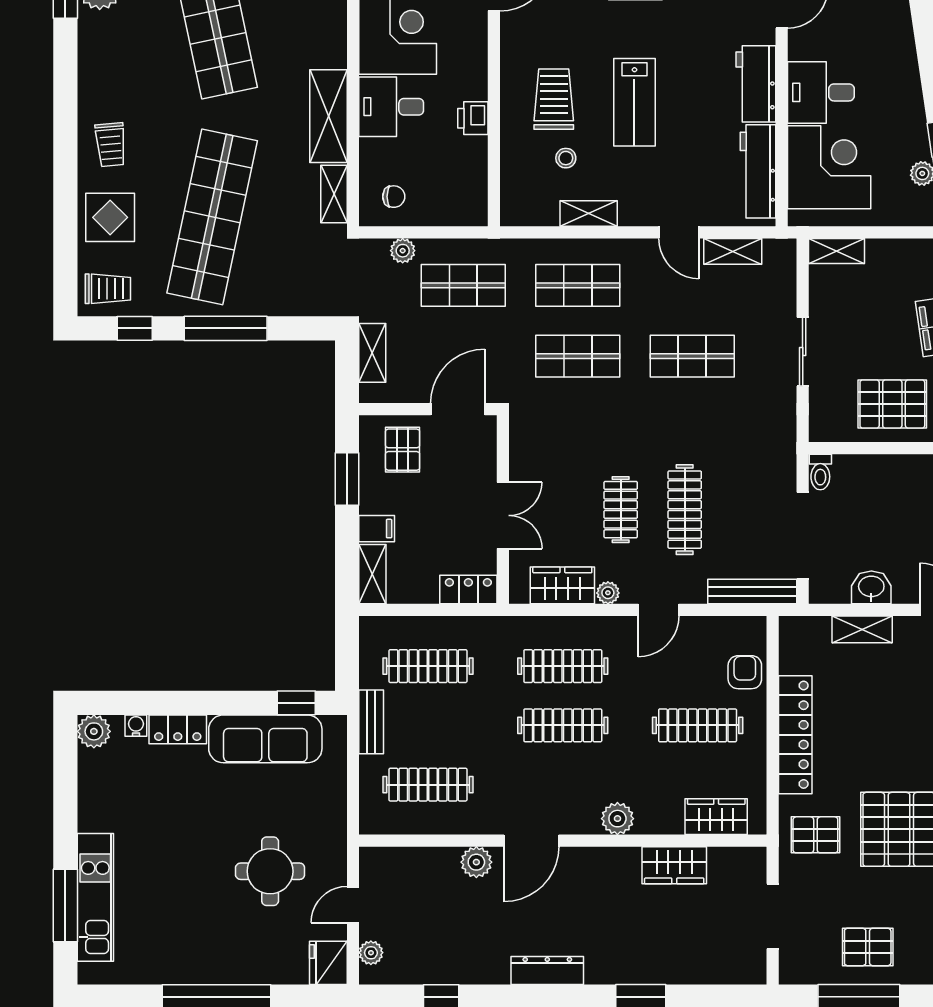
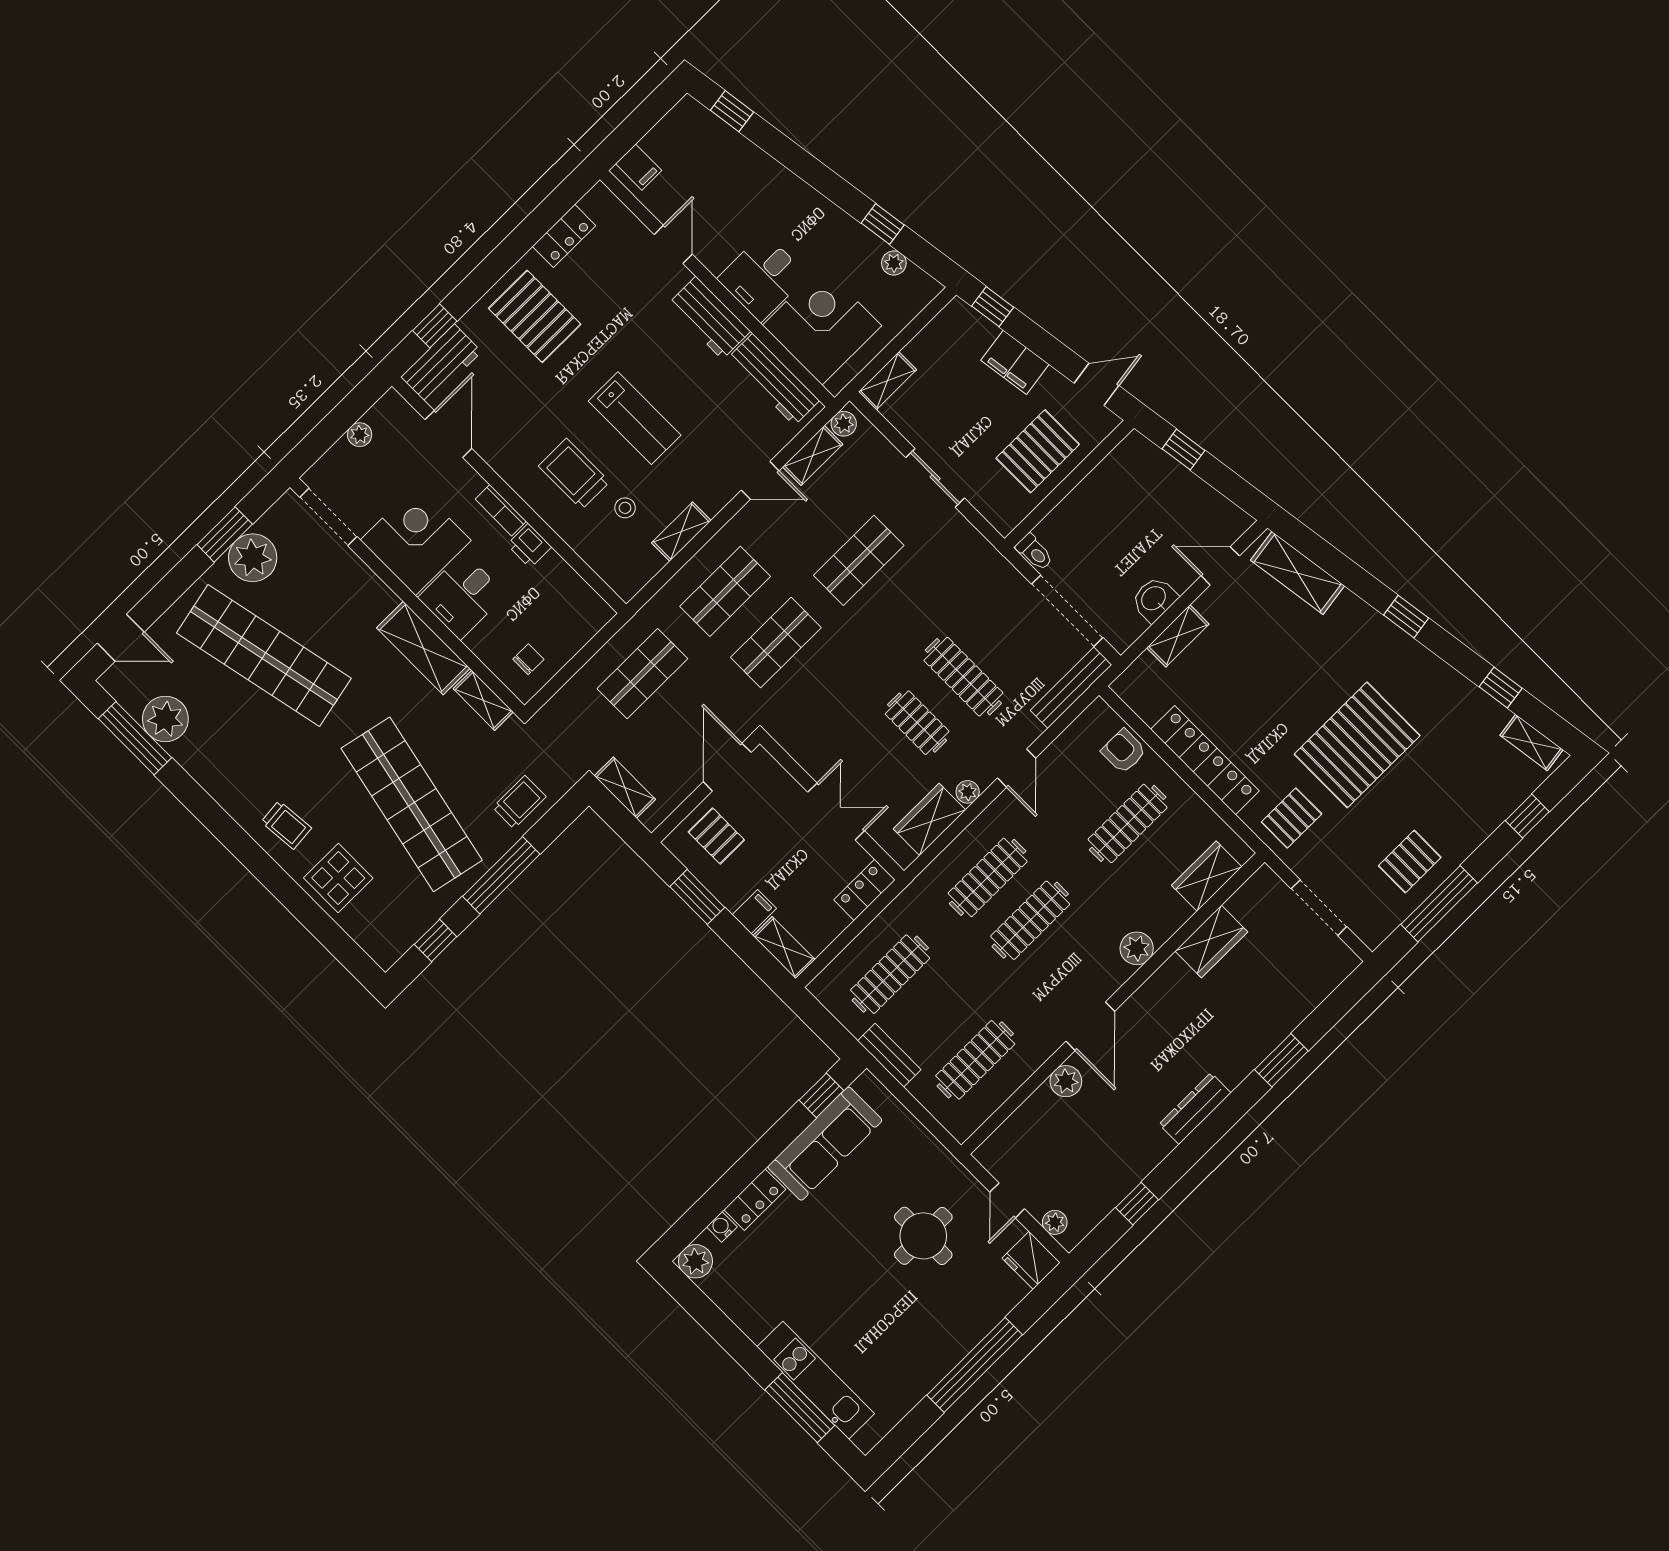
bookcase: (478, 74) -> (501, 510), added
plant: (403, 251) -> (844, 424), moved
trolley: (108, 289) -> (519, 802), moved

